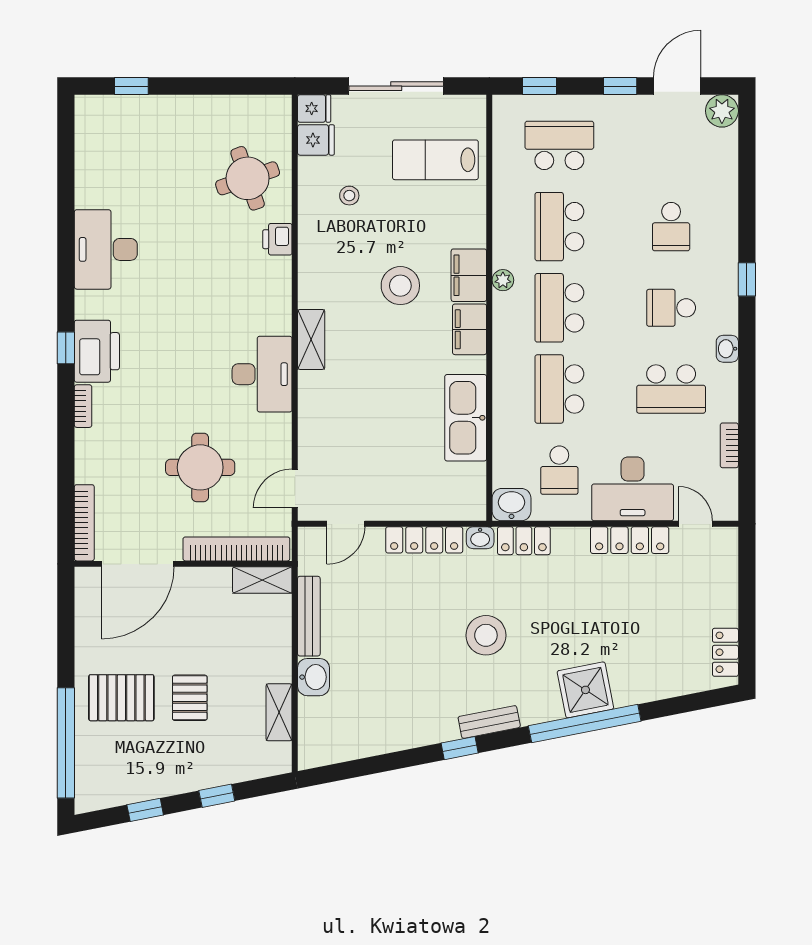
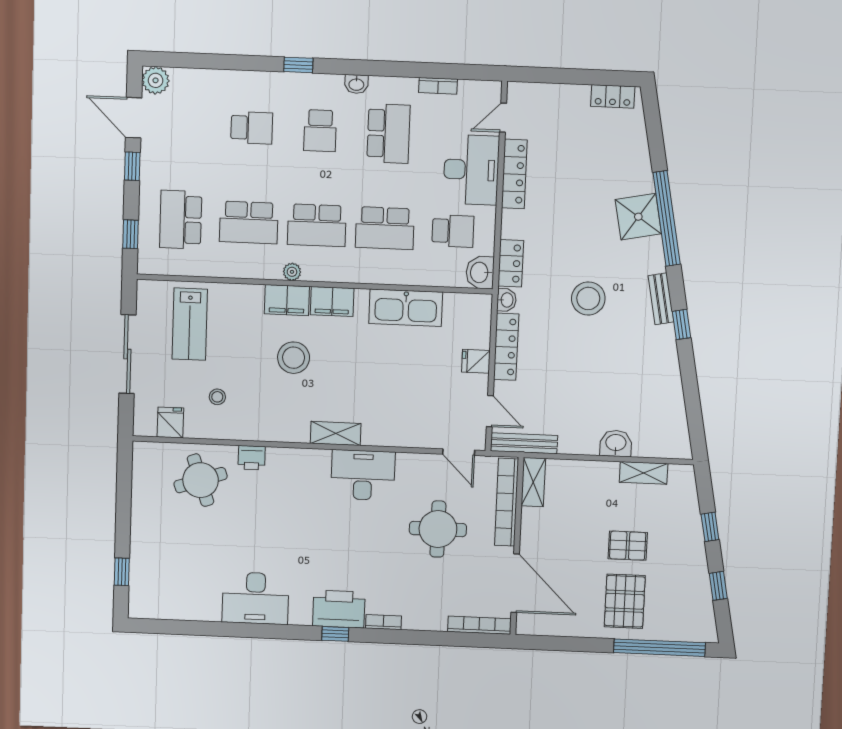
fridge: (314, 108) -> (476, 361), moved, turned -90
bench: (309, 616) -> (524, 443), moved

